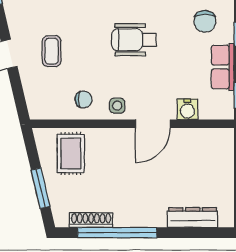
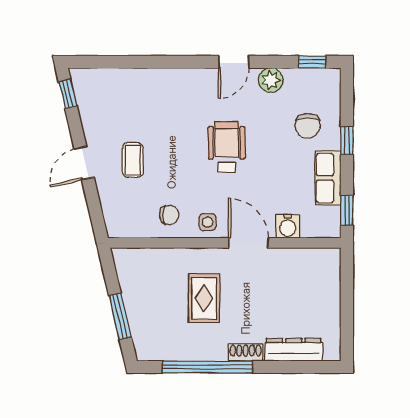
wheelchair: (134, 40) -> (227, 147), turned 90
door: (153, 124) -> (248, 243), swing flipped
rug: (71, 153) -> (204, 298), moved
shoe rack: (91, 220) -> (246, 353), moved, width x0.70

